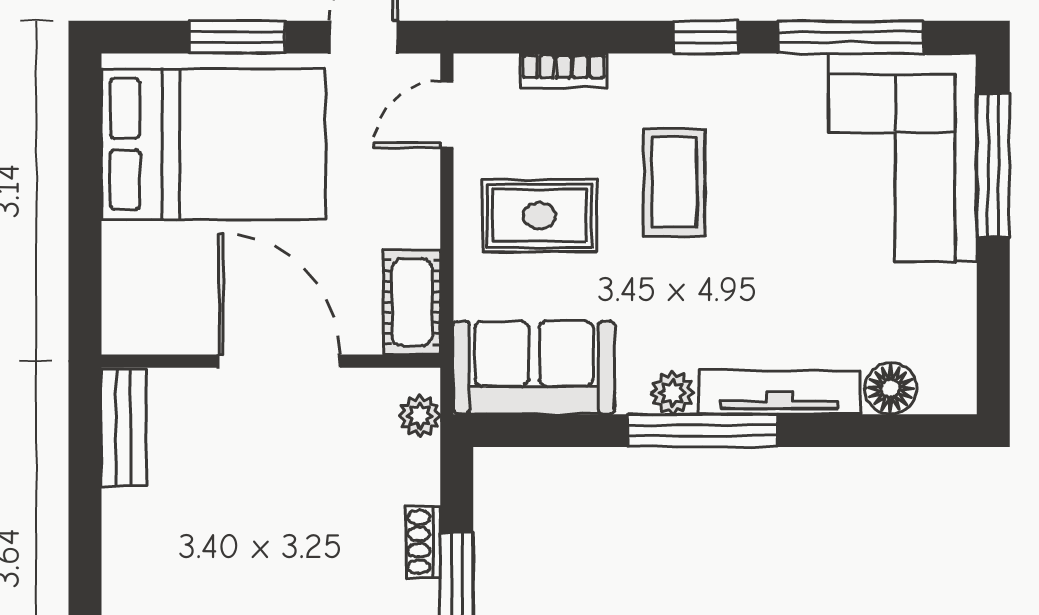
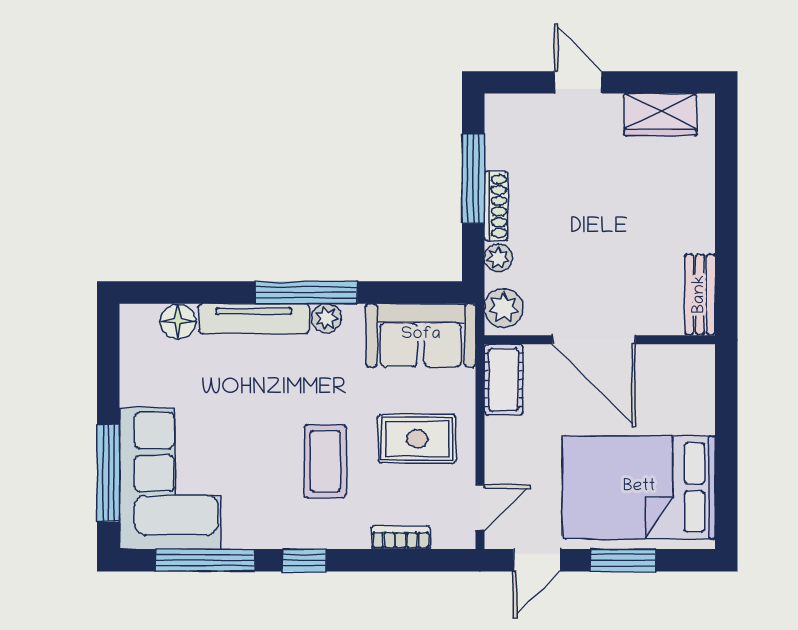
plant: (420, 416) -> (504, 308), width x1.38, depth x1.38
plant: (420, 481) -> (498, 258), added
shoe rack: (423, 542) -> (496, 206), width x1.43

